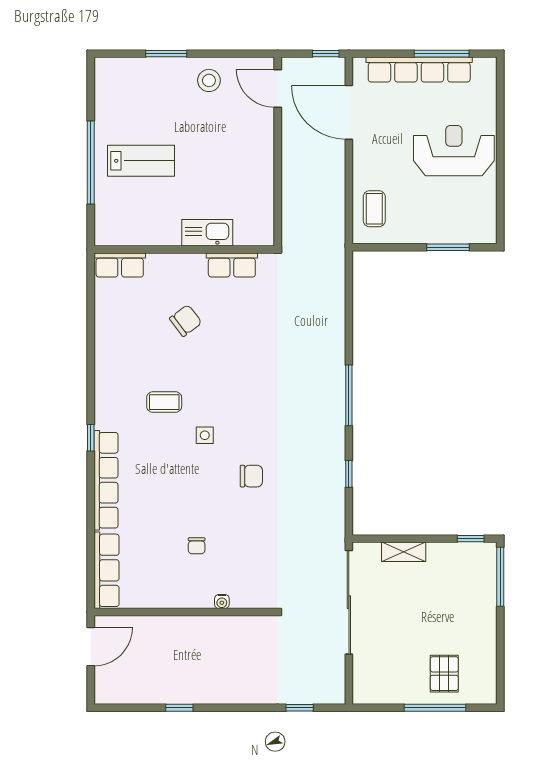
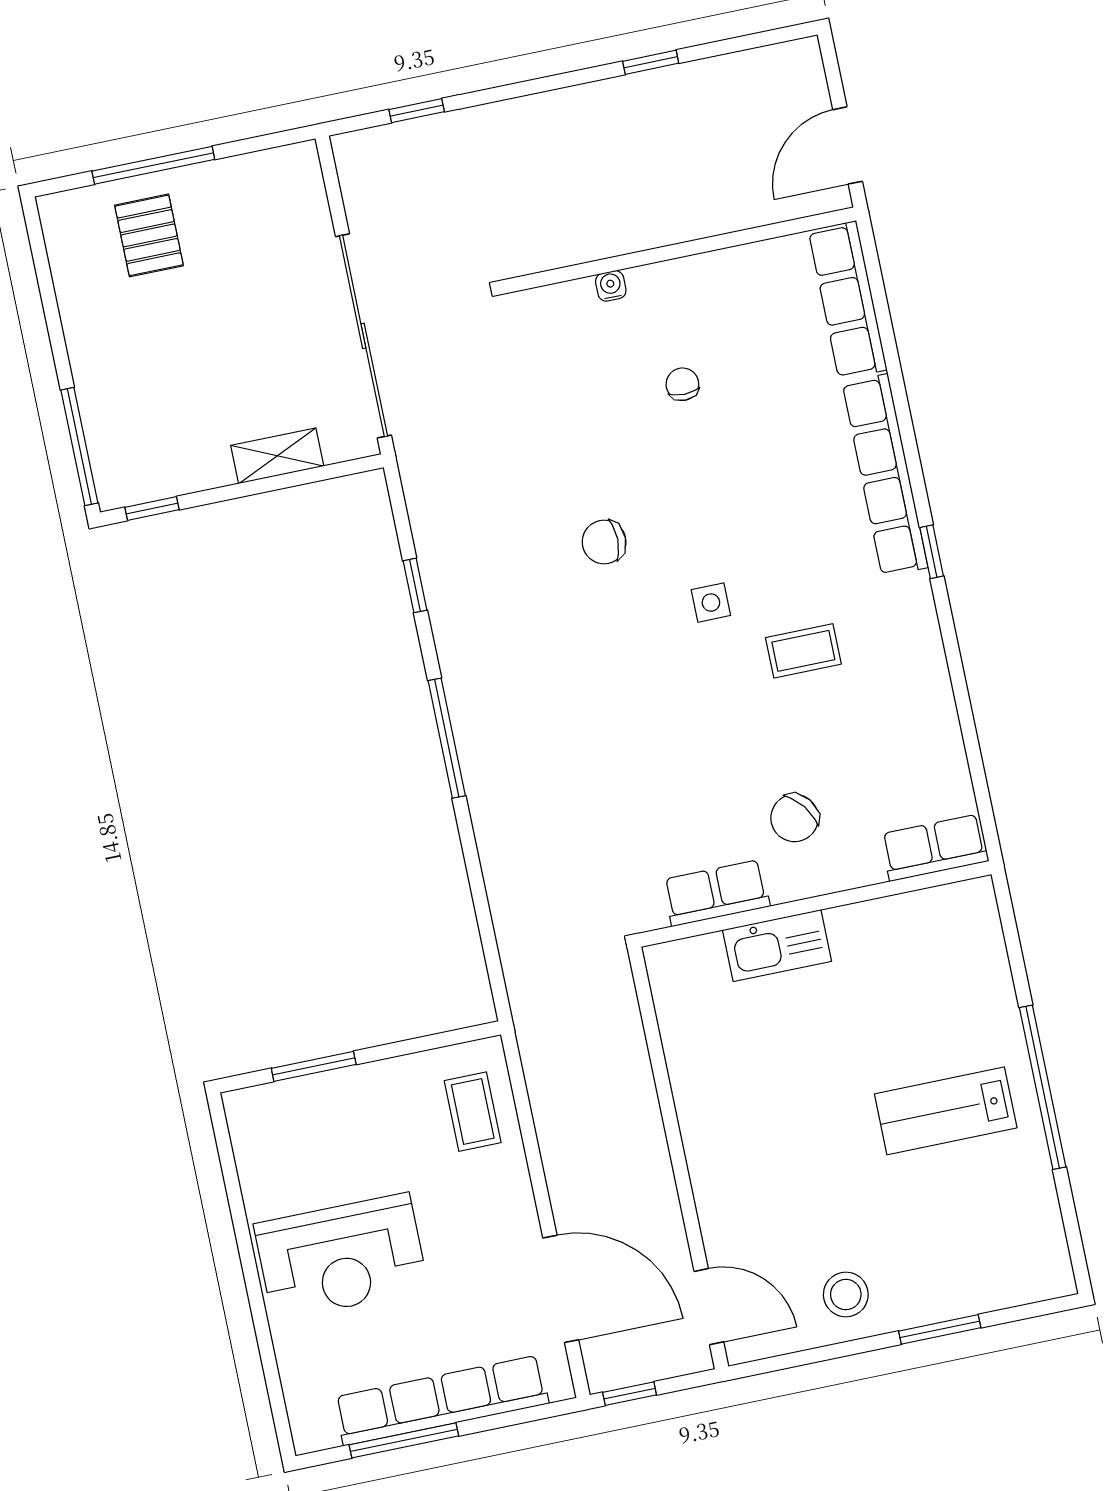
kitchen sink: (207, 233) -> (777, 946), moved
wall: (184, 249) -> (815, 904), moved
row of seats: (120, 265) -> (934, 848), moved
row of seats: (232, 265) -> (716, 893), moved

